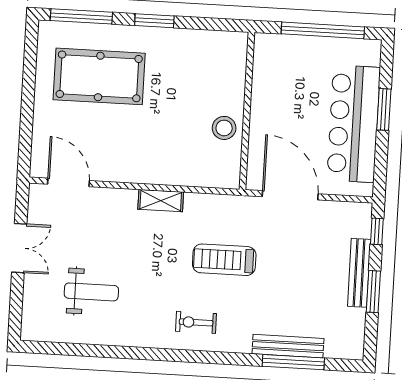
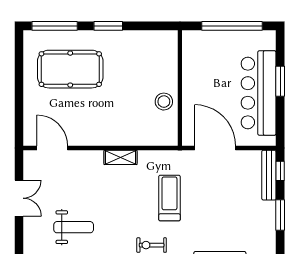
treadmill: (224, 260) -> (169, 198), turned 90
bench: (359, 273) -> (269, 175), moved

